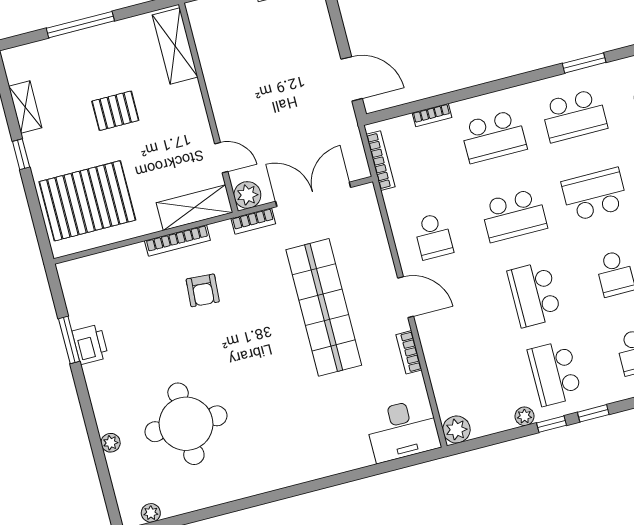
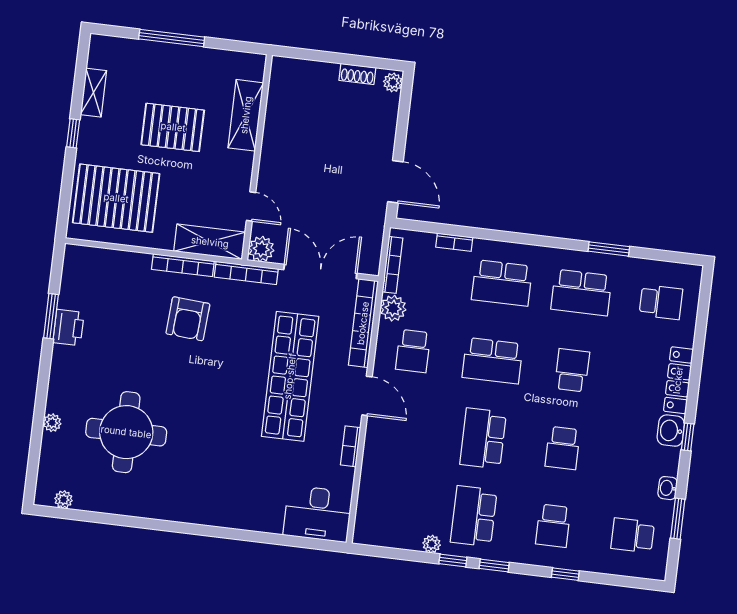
shelving: (175, 46) -> (246, 115), moved
pallet: (115, 111) -> (173, 127), width x1.50, depth x1.42
school desk: (595, 194) -> (572, 370), width x0.54
bookcase: (253, 221) -> (246, 273), width x1.56
bookcase: (375, 228) -> (363, 323), added
armchair: (203, 290) -> (188, 319), width x1.38, depth x1.38
plant: (456, 430) -> (393, 308), moved

